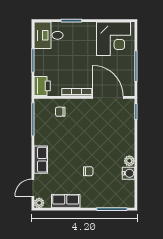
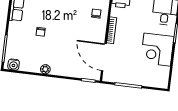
corner desk: (114, 39) -> (157, 50), moved
door: (108, 97) -> (104, 57), swing flipped
water cooler: (128, 173) -> (14, 65), moved

